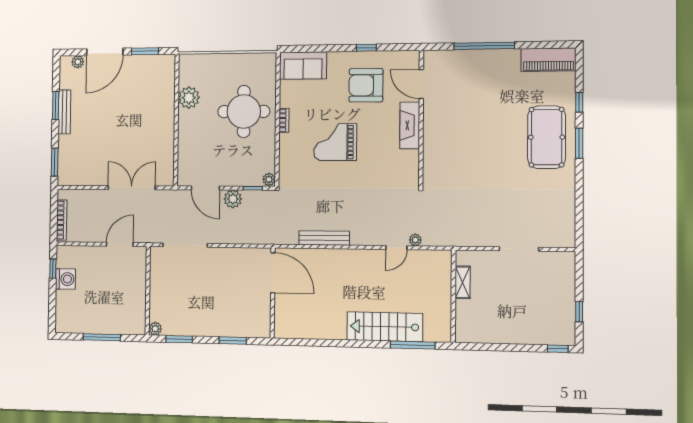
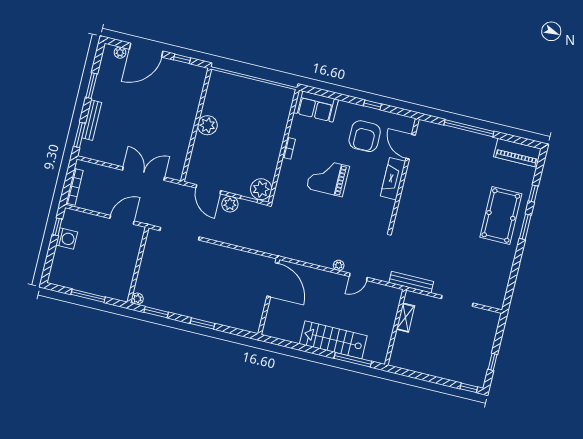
window: (145, 51) -> (182, 59), width x0.67
armchair: (366, 85) -> (365, 136), turned -90
plant: (189, 98) -> (207, 125), moved
bench: (64, 112) -> (92, 120), moved
round table: (244, 112) -> (256, 132), removed
plant: (269, 179) -> (261, 189), width x1.88, depth x1.88
bench: (324, 238) -> (411, 282), moved
plant: (415, 240) -> (339, 265), moved
door: (273, 273) -> (273, 280), moved
wall: (273, 293) -> (269, 297), moved

